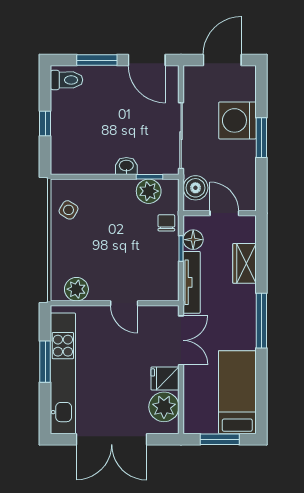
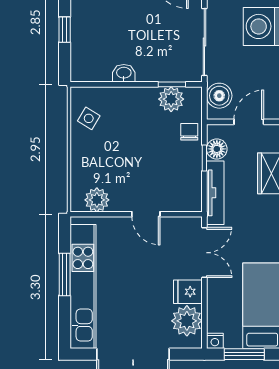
washbasin: (126, 166) -> (124, 73), moved
door: (224, 213) -> (249, 122), hinge flipped
nightstand: (191, 426) -> (215, 341), added

